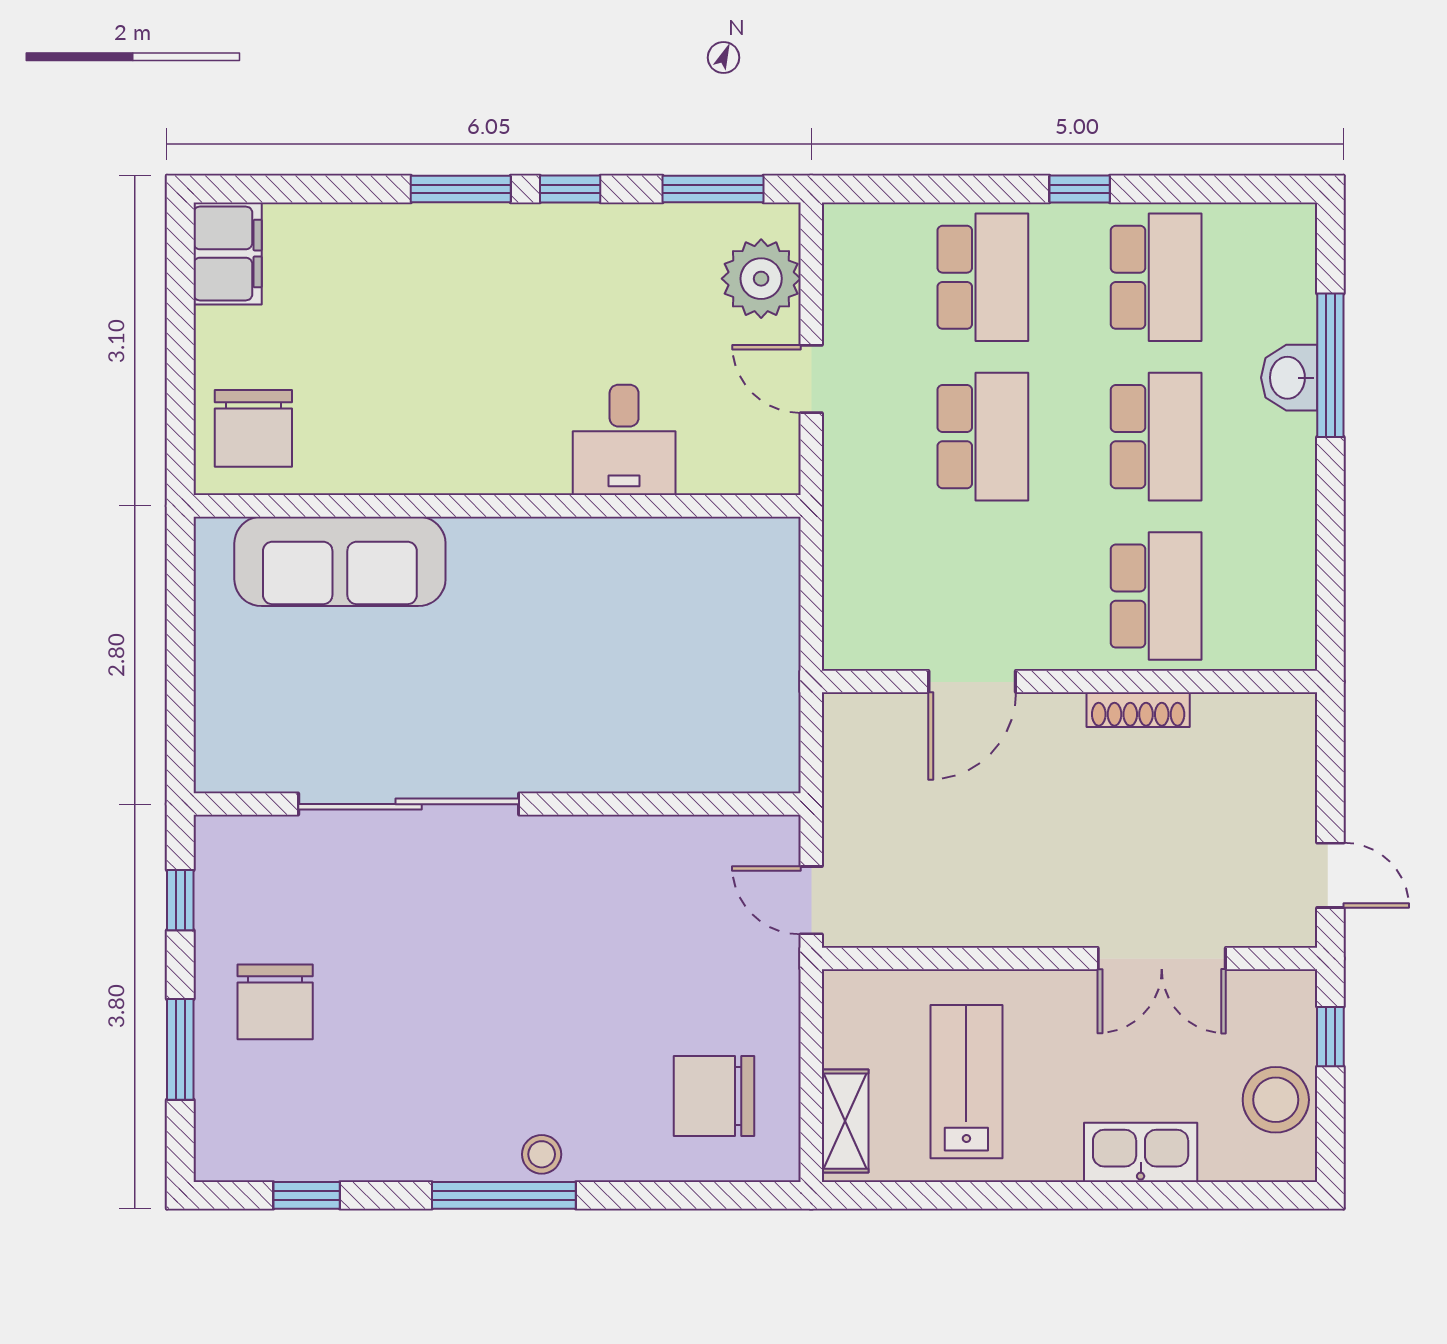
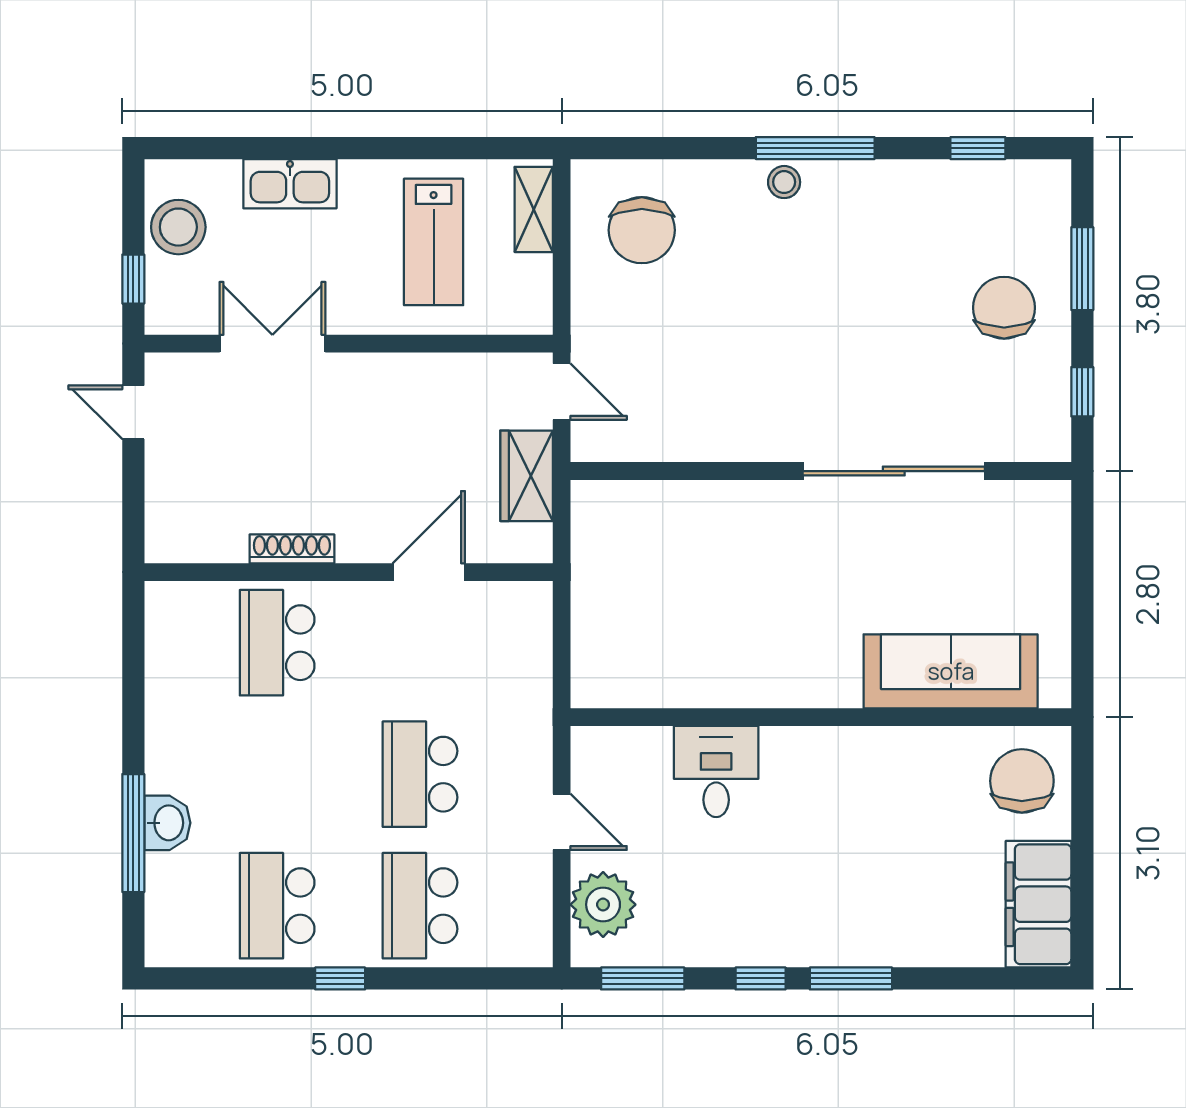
filing cabinet: (228, 253) -> (1038, 904), width x1.50, depth x1.17
school desk: (1156, 437) -> (277, 774), removed
wardrobe: (854, 798) -> (527, 476), added
chair: (714, 1096) -> (642, 230), turned 90

